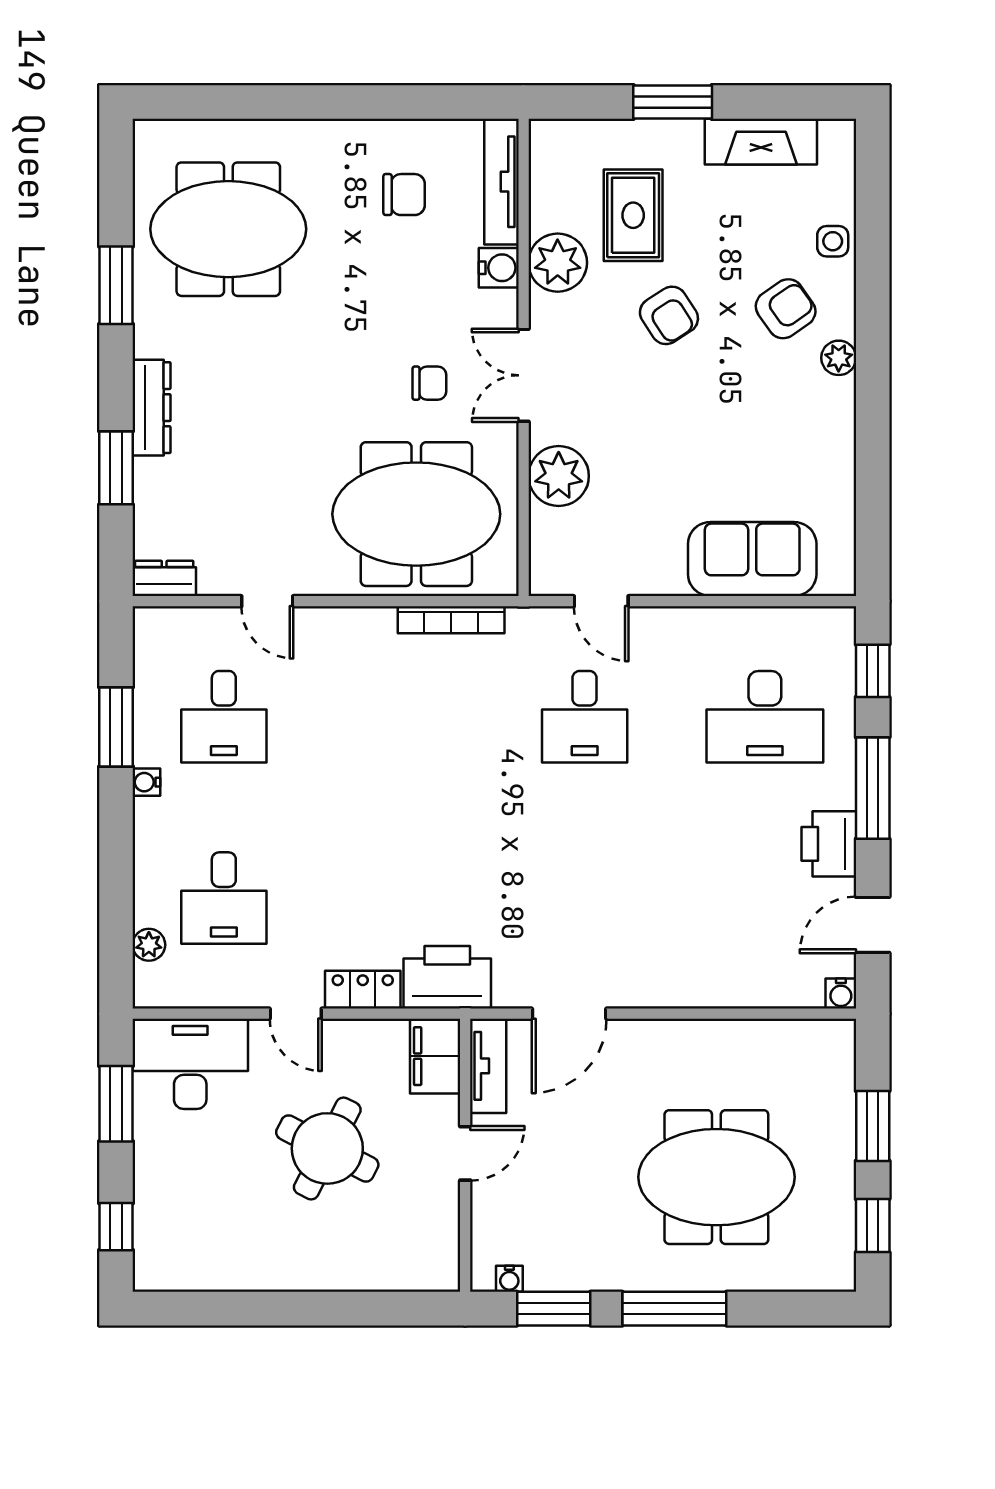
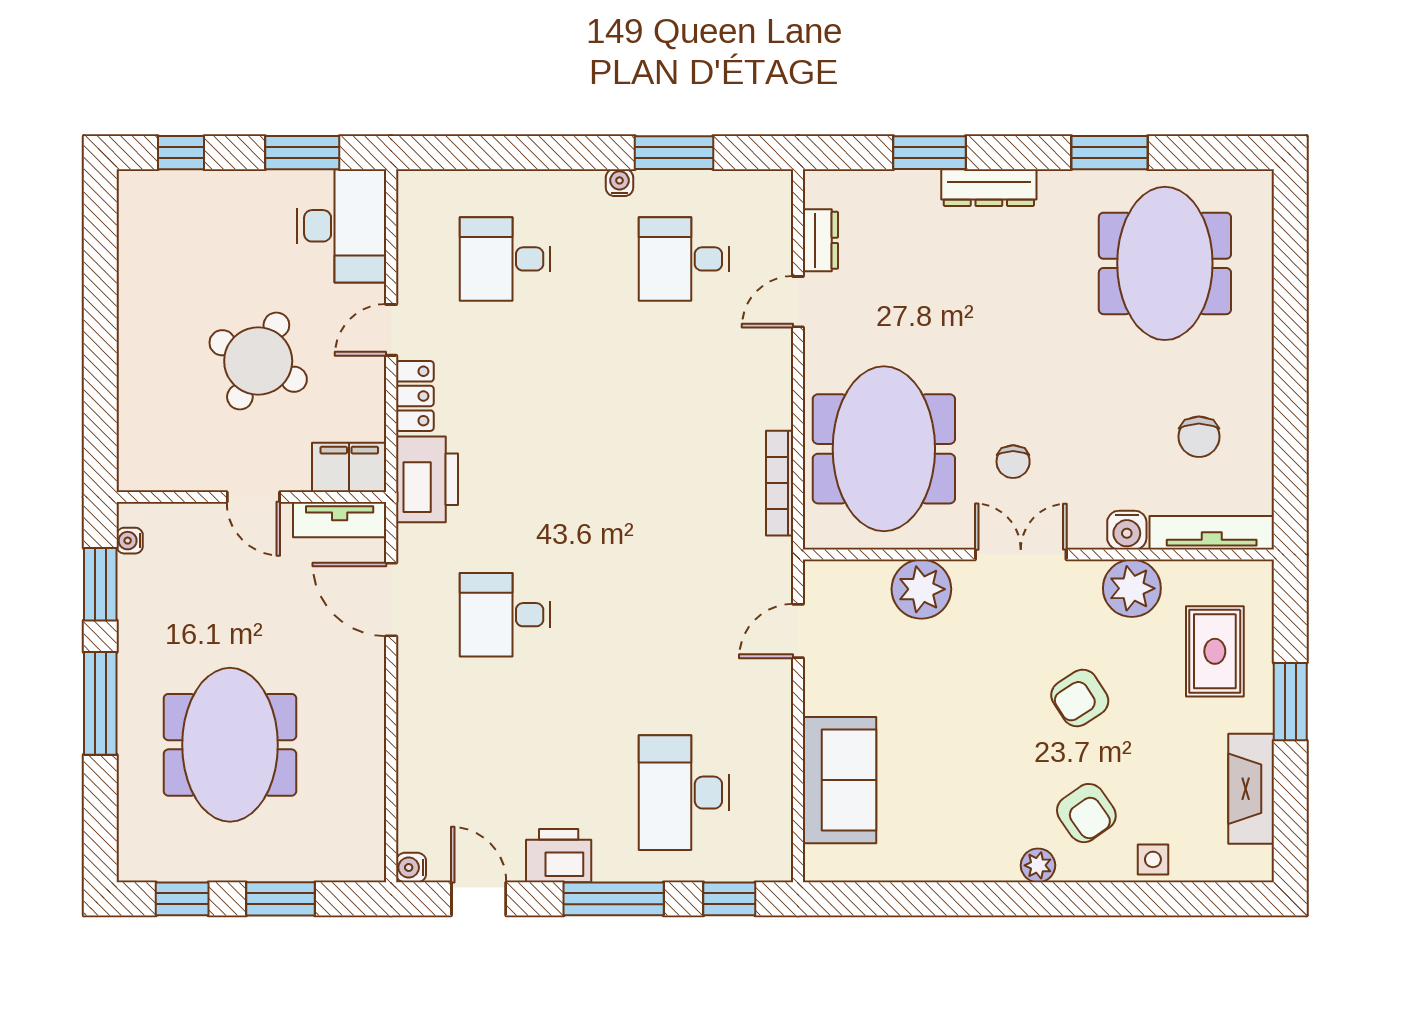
rug: (633, 215) -> (1215, 651), moved, turned 90
dresser: (164, 578) -> (820, 240), moved
desk: (585, 717) -> (505, 615), moved
plant: (149, 945) -> (459, 185), removed

